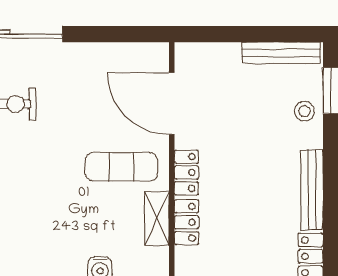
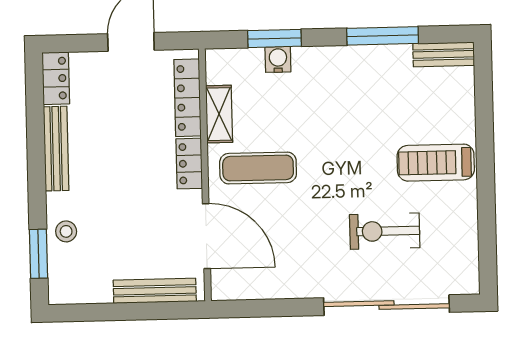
bench: (281, 53) -> (155, 291), moved
locker: (186, 222) -> (187, 98), width x1.53

